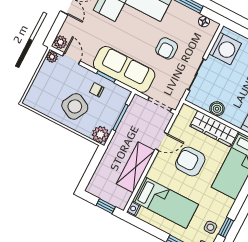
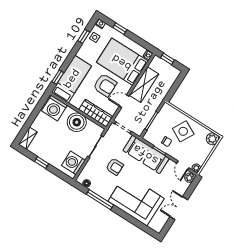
armchair: (167, 48) -> (115, 167), turned 90
boiler: (217, 109) -> (77, 122), width x1.86, depth x1.86
wardrobe: (214, 129) -> (96, 113), moved
plant: (100, 134) -> (212, 139), moved
bed: (166, 203) -> (122, 62), width x1.50

